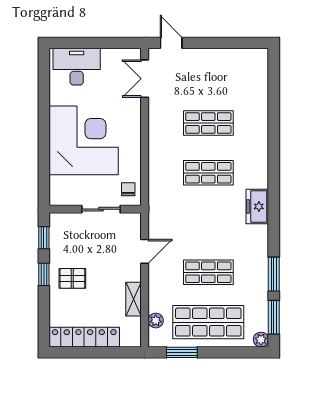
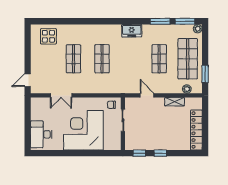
double door: (145, 79) -> (61, 95), moved
display table: (247, 79) -> (48, 36), added
freezer: (257, 206) -> (132, 31), moved
pallet: (72, 278) -> (163, 137), removed

